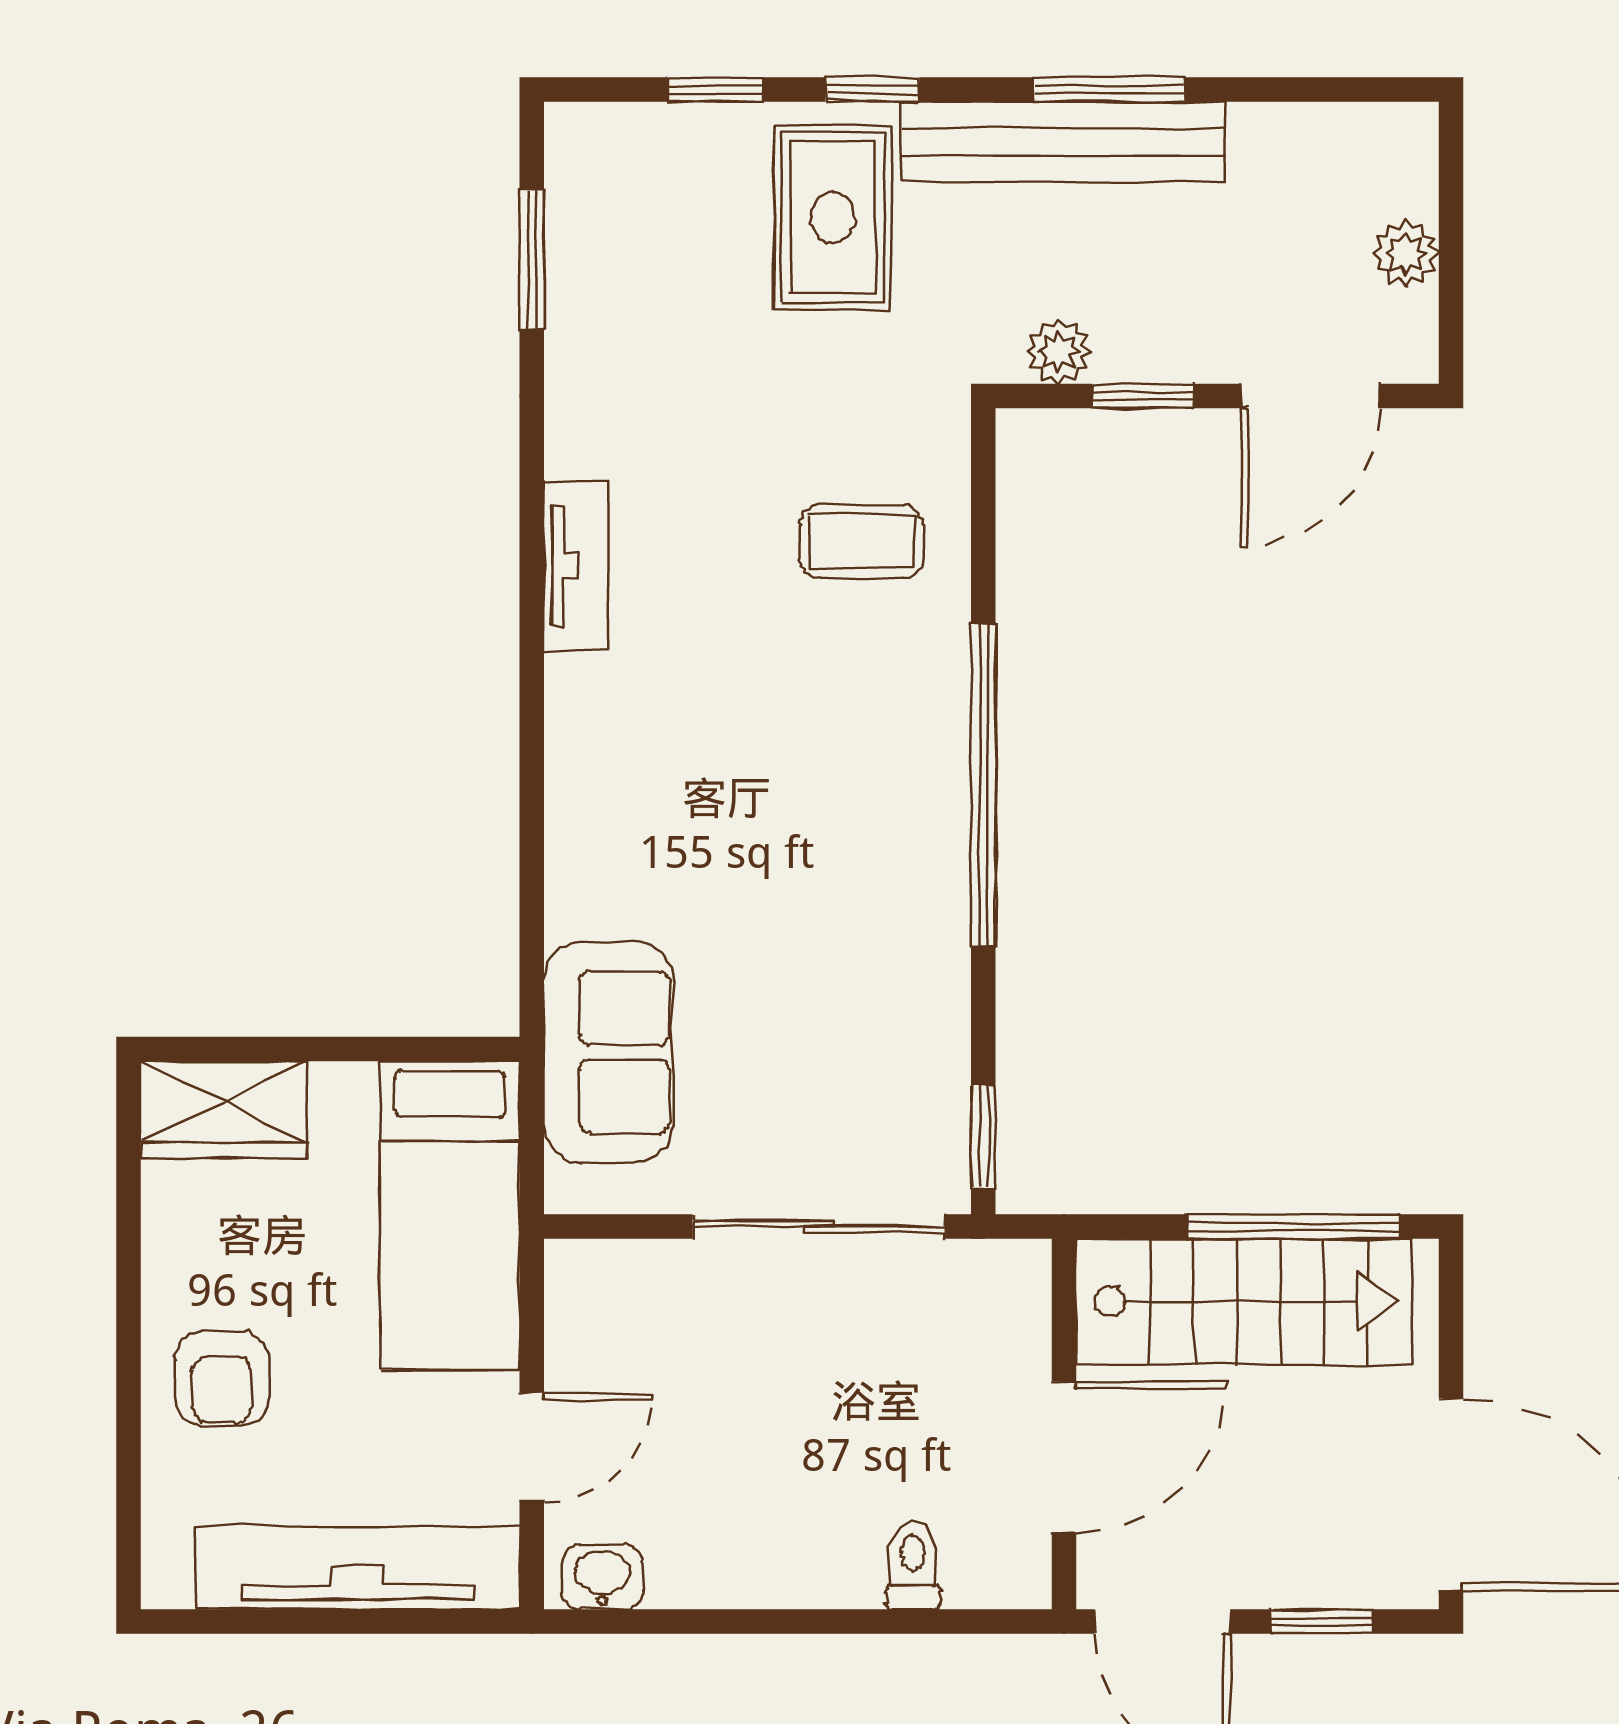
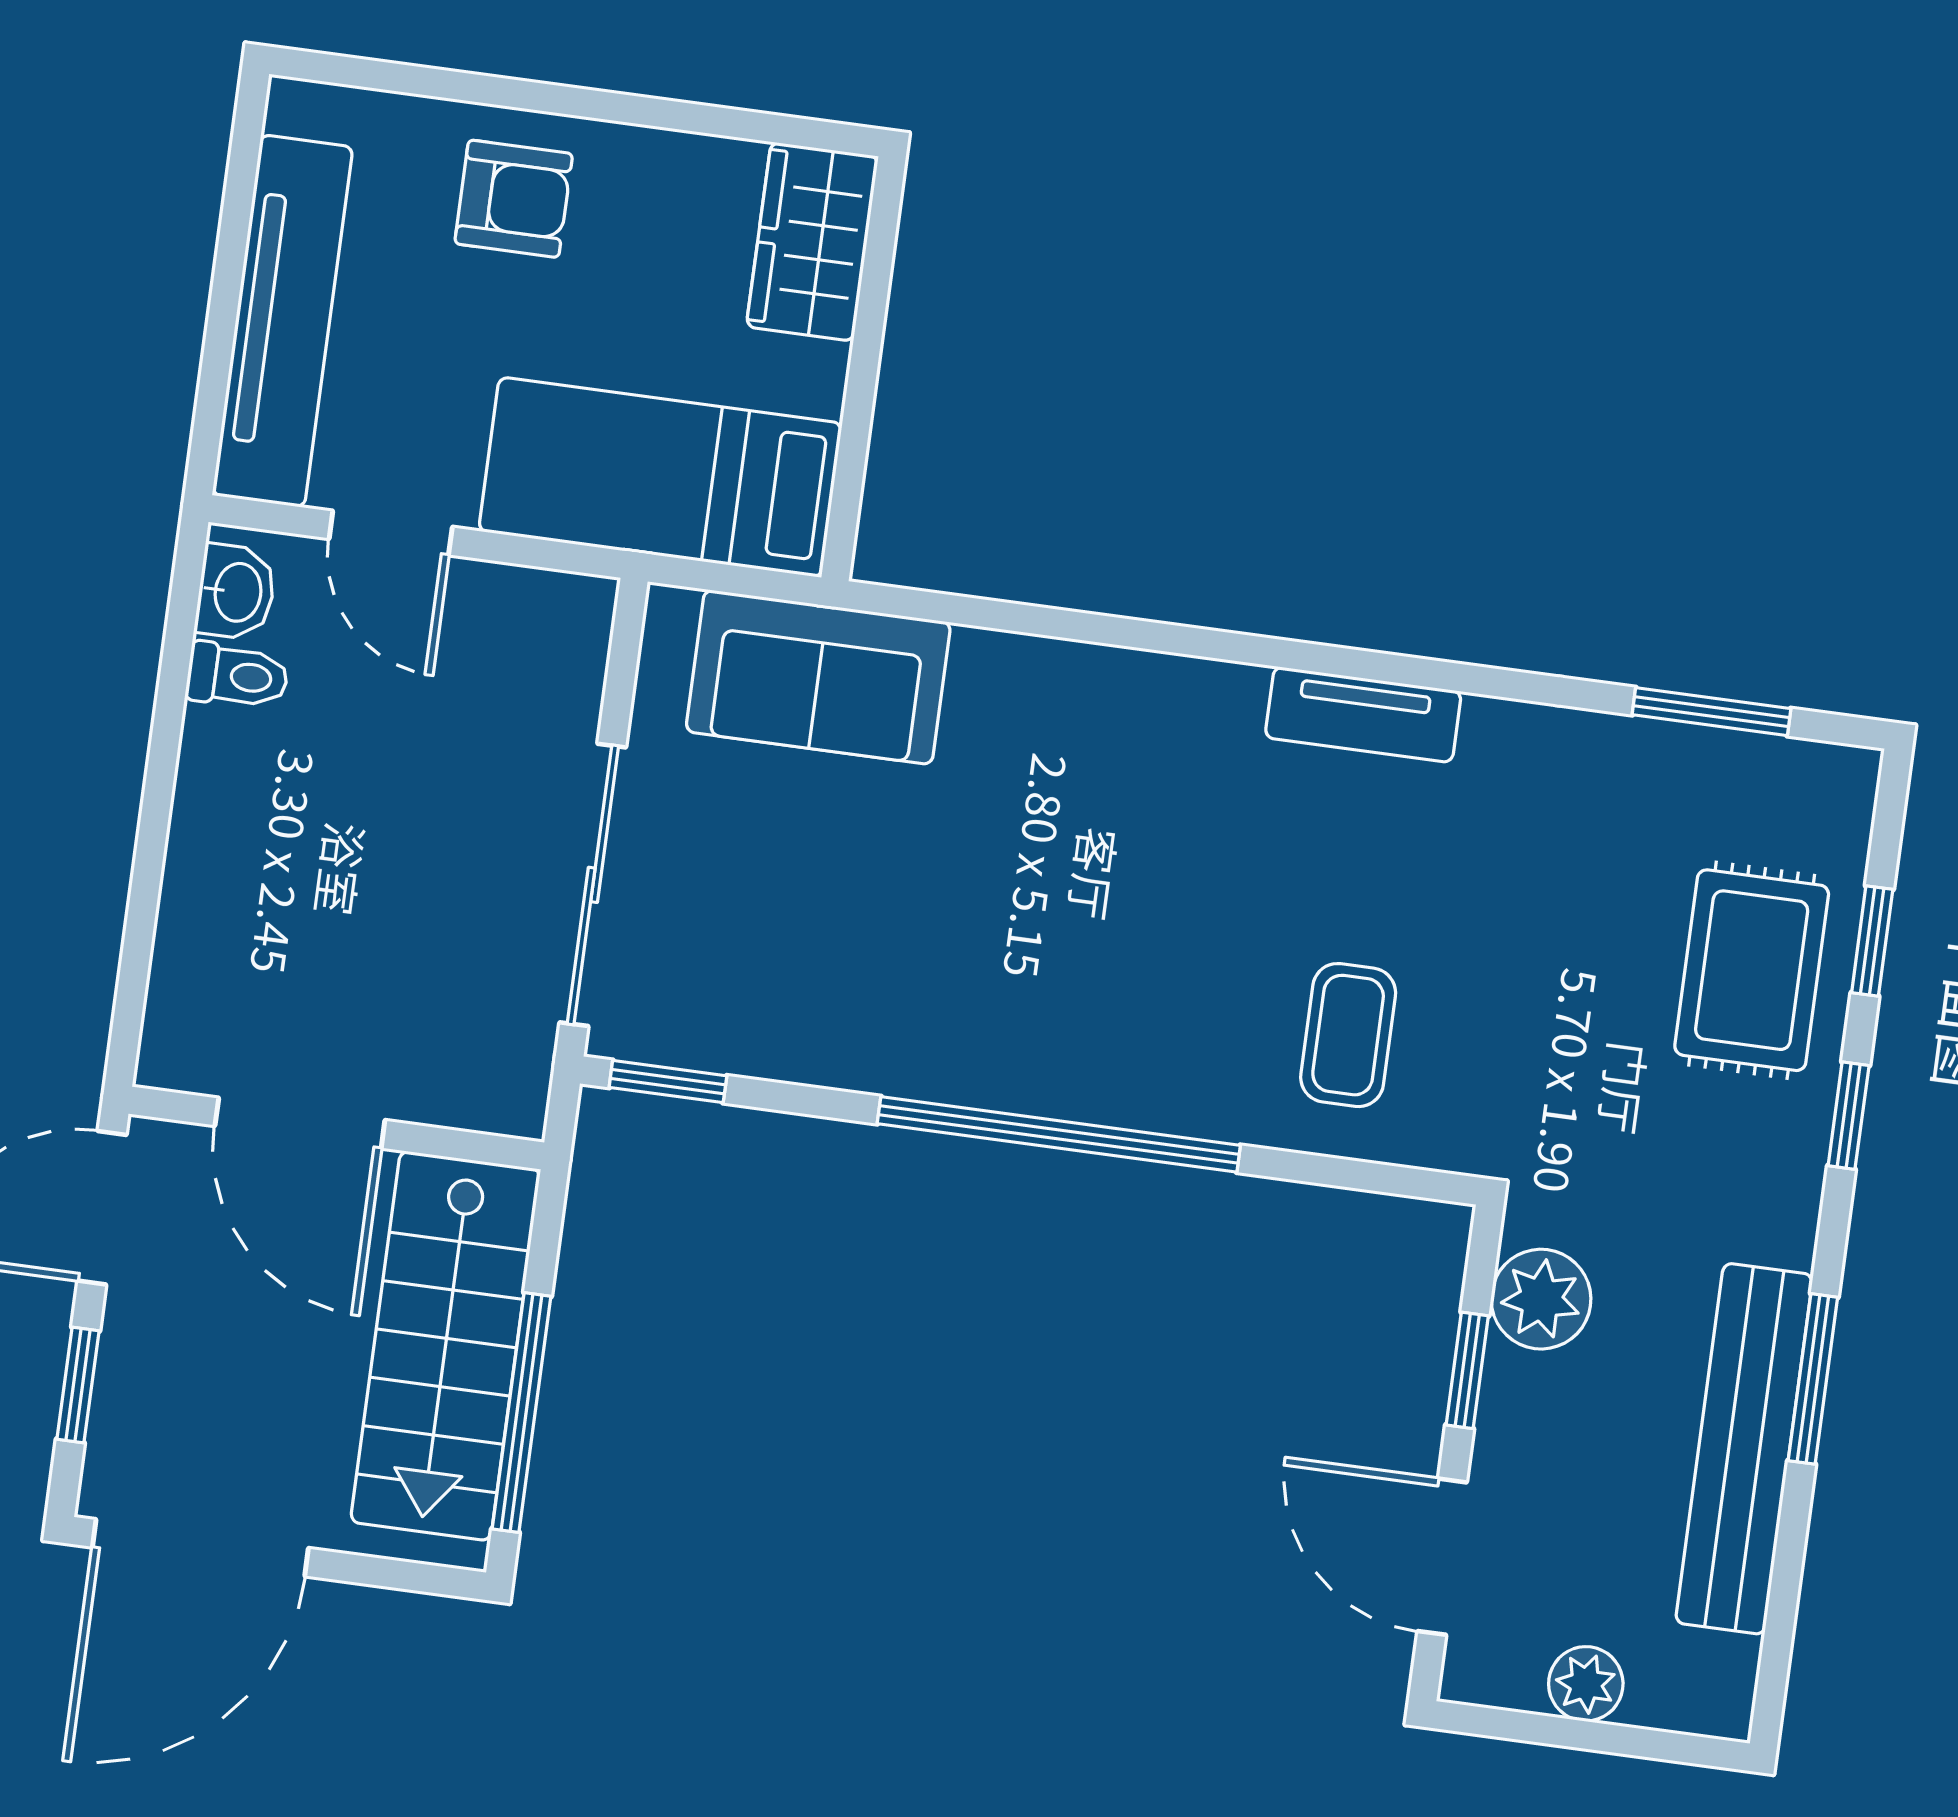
bench: (1064, 142) -> (1744, 1449), moved
rug: (833, 217) -> (1752, 970), moved, turned 90
plant: (1059, 351) -> (1541, 1299), width x1.38, depth x1.38
armchair: (222, 1378) -> (514, 199), turned 180
toilet: (913, 1566) -> (237, 676), moved

